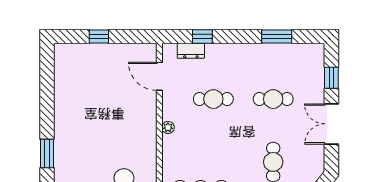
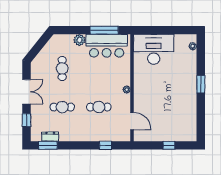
window: (277, 37) -> (48, 145), moved
dresser: (191, 51) -> (50, 137), moved
window: (47, 154) -> (201, 84), moved

